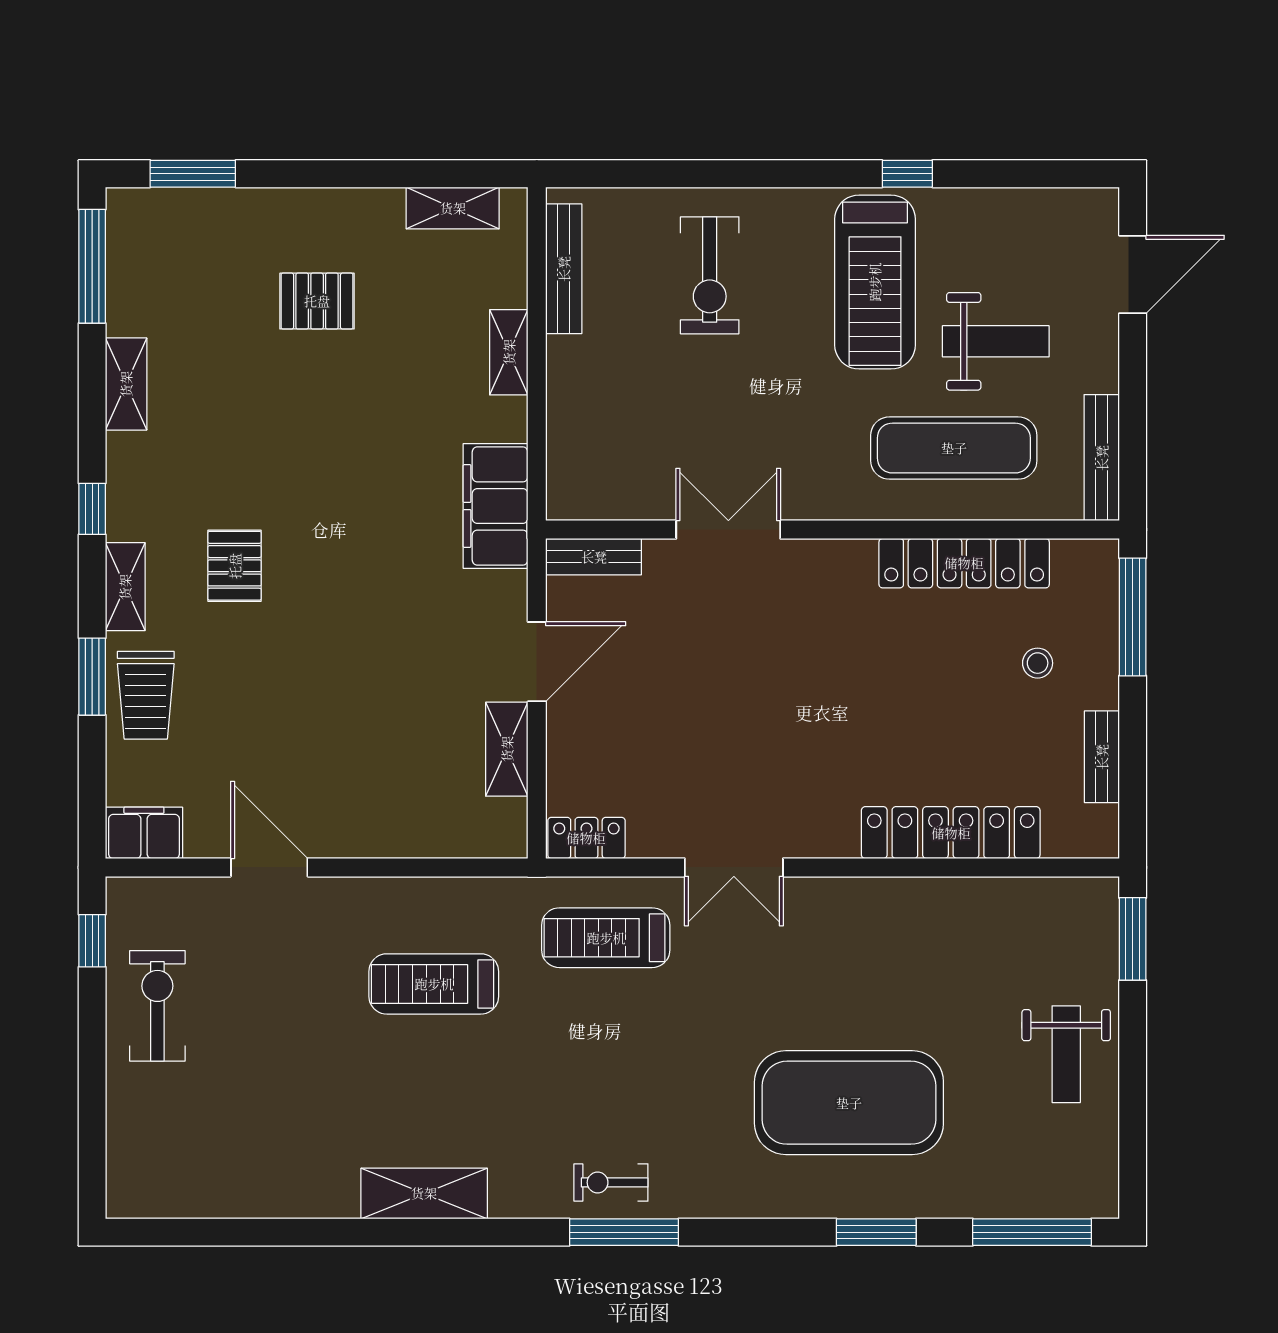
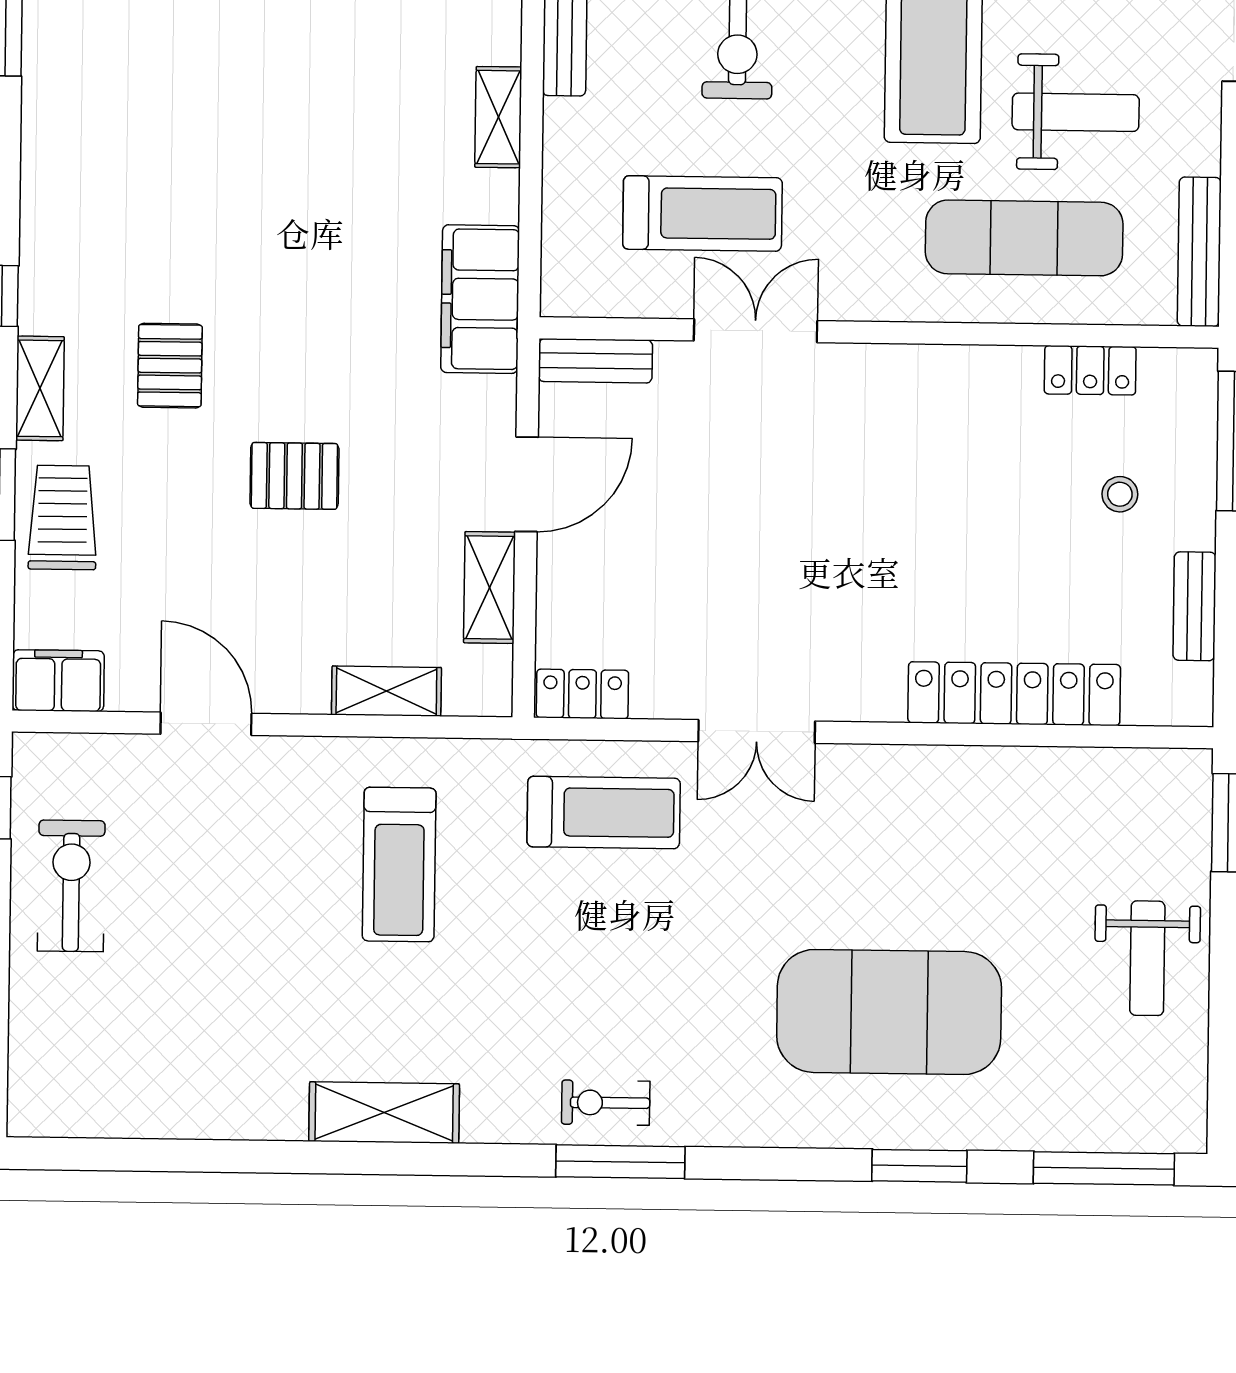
pallet: (317, 301) -> (294, 476), moved
shelving: (126, 384) -> (386, 691), moved, turned 90
treadmill: (682, 431) -> (702, 213), added
locker: (964, 563) -> (1090, 370), width x0.46, depth x0.83
trolley: (146, 695) -> (63, 517), turned 180
treadmill: (606, 938) -> (604, 812), turned 180
treadmill: (434, 984) -> (399, 864), turned -90

